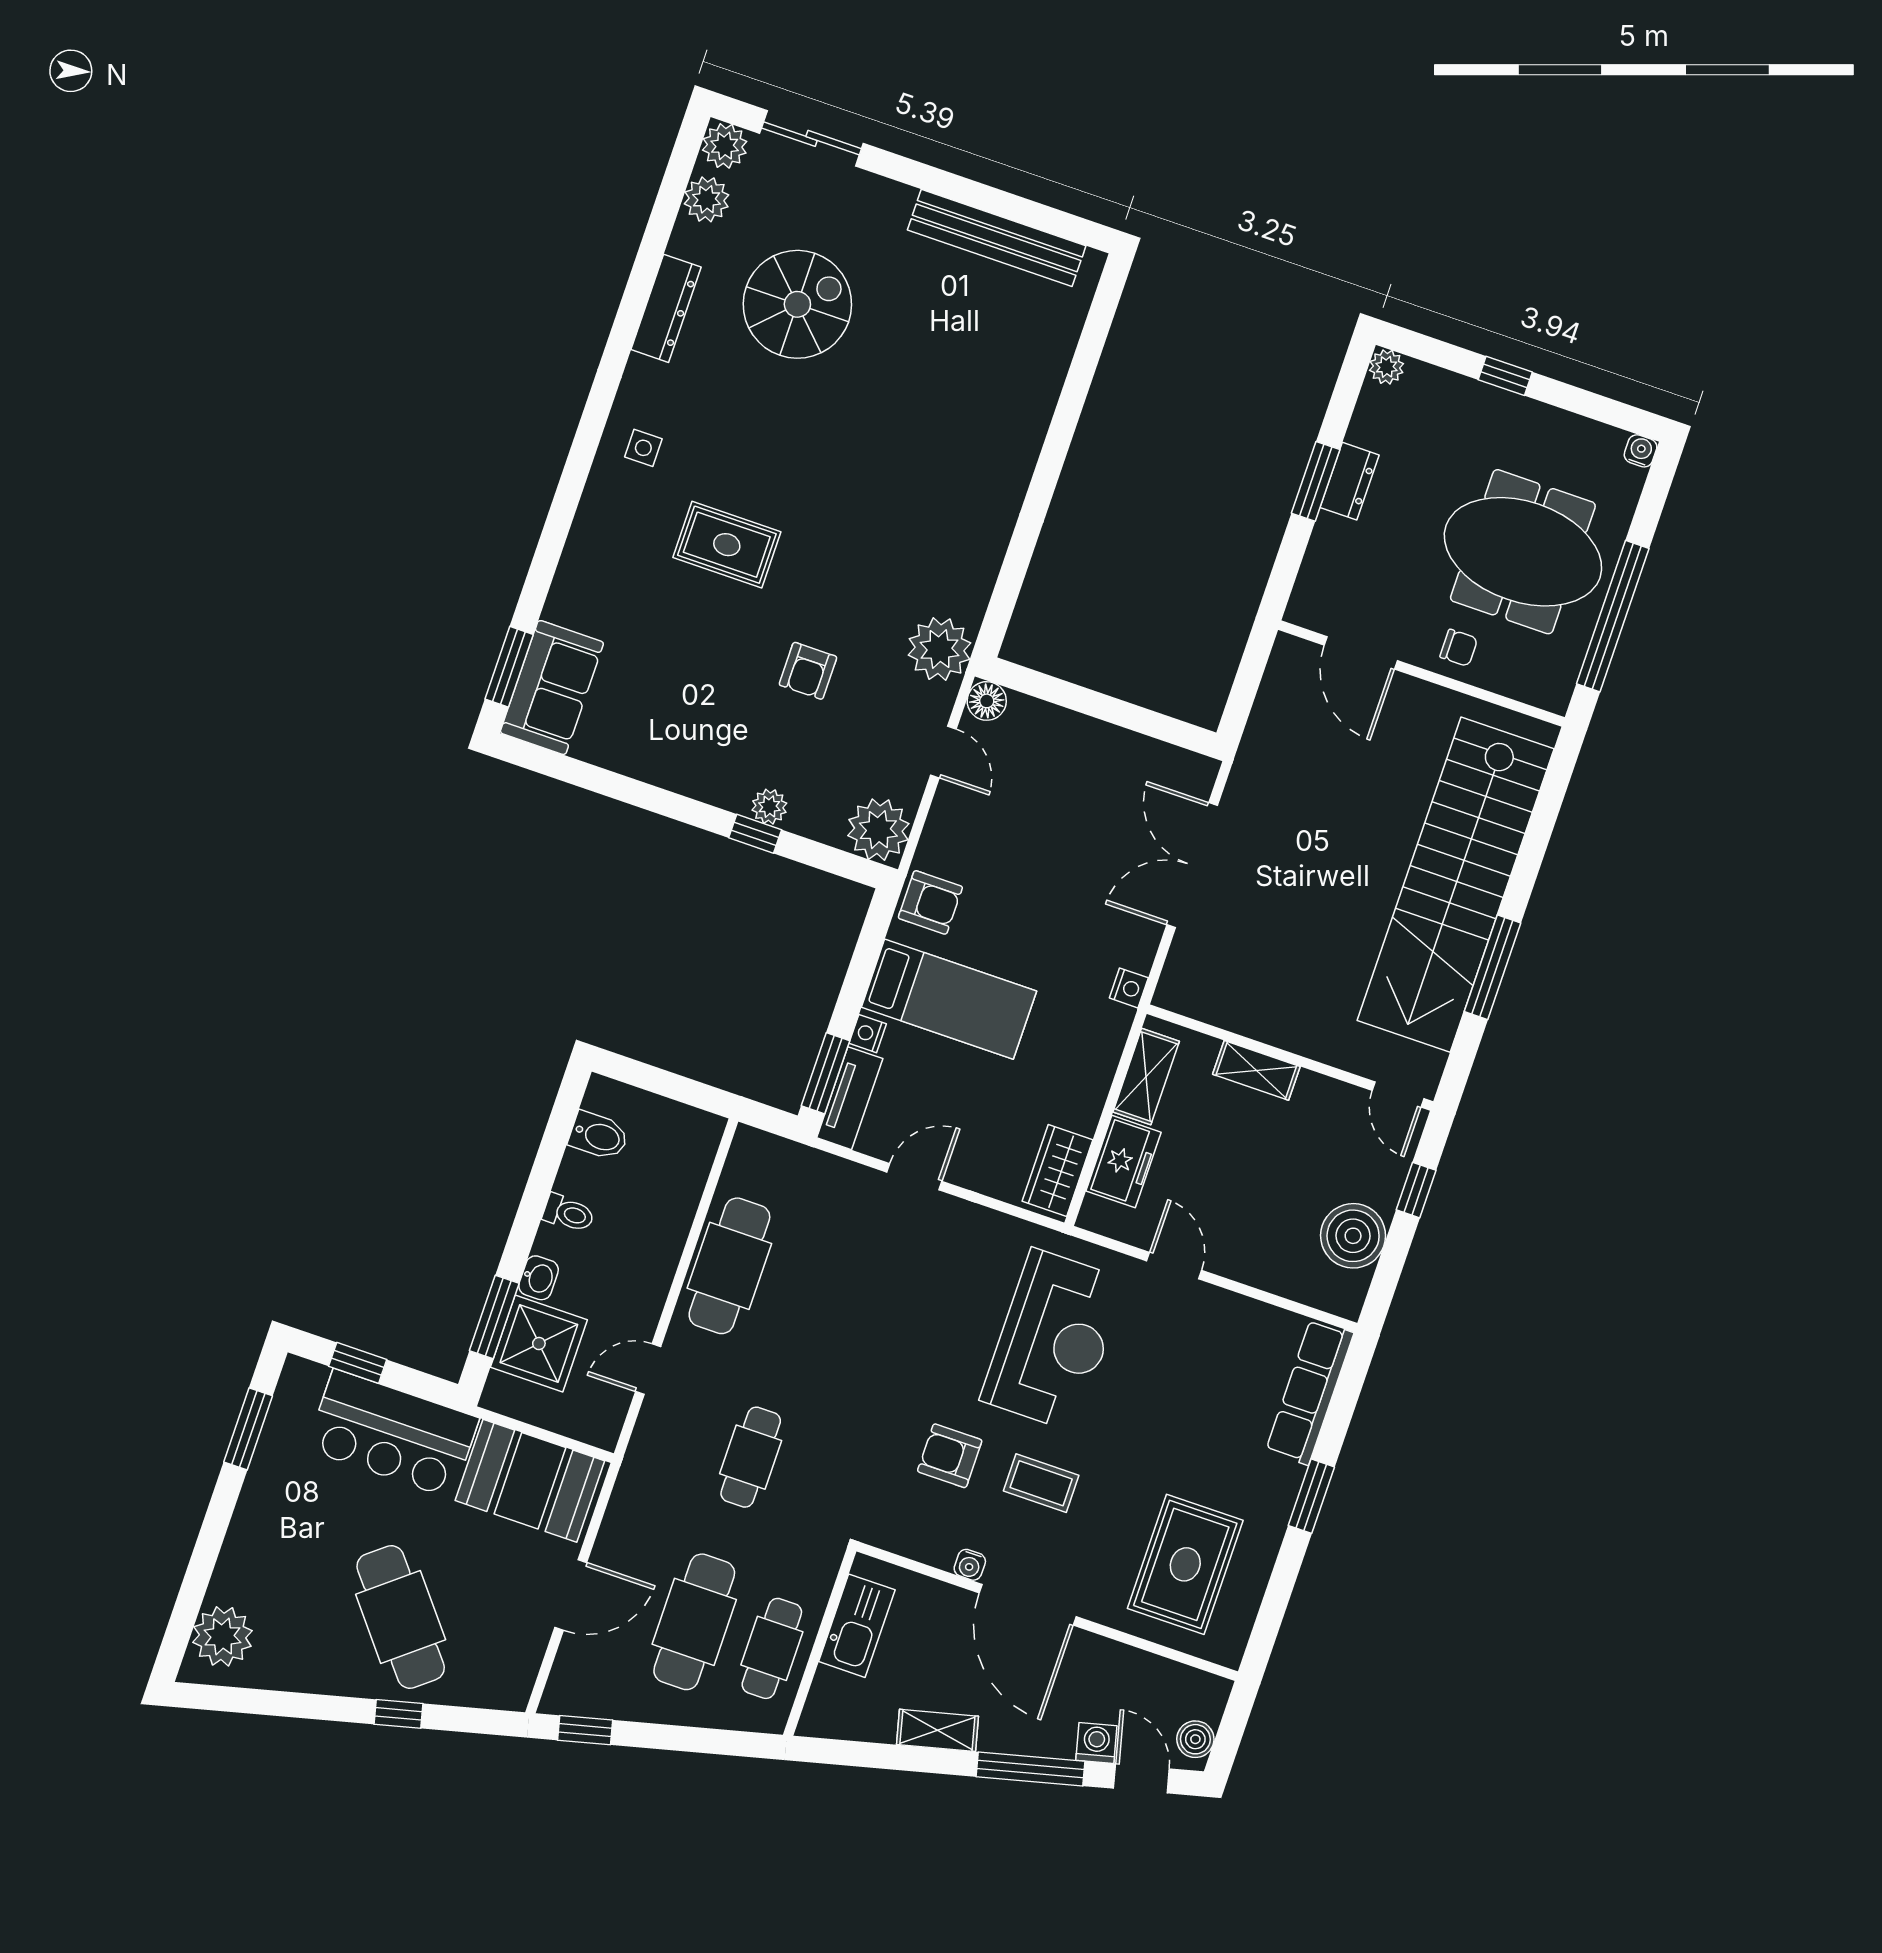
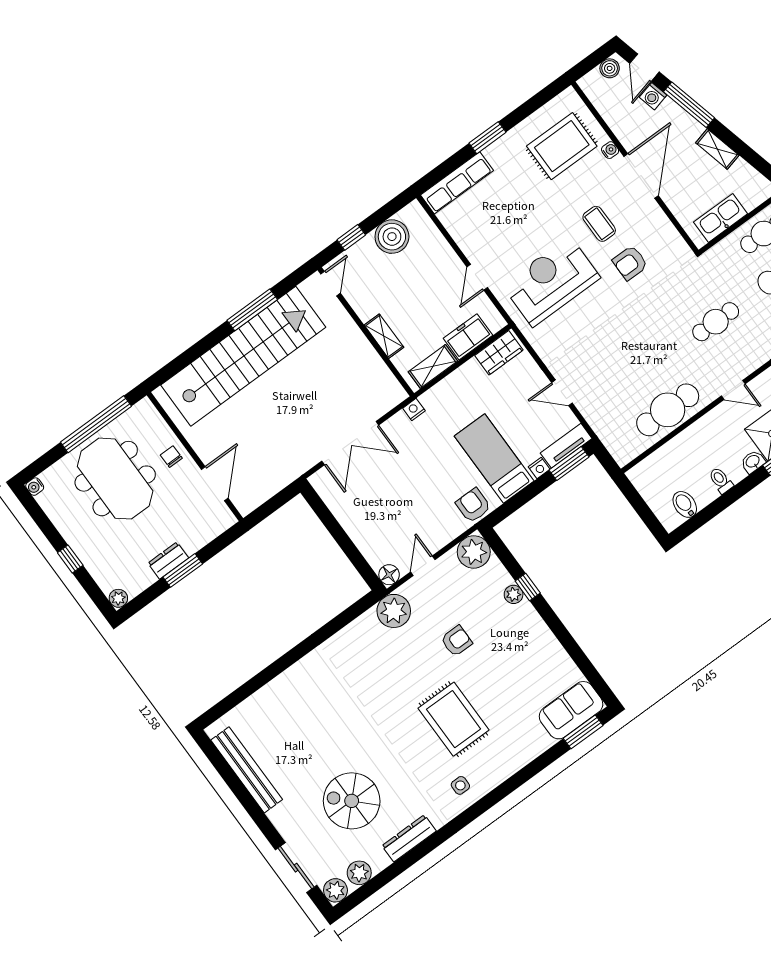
rug: (727, 545) -> (454, 719), width x1.36, depth x1.43
armchair: (950, 1456) -> (630, 263), turned 90
water cooler: (970, 1565) -> (610, 150), moved

